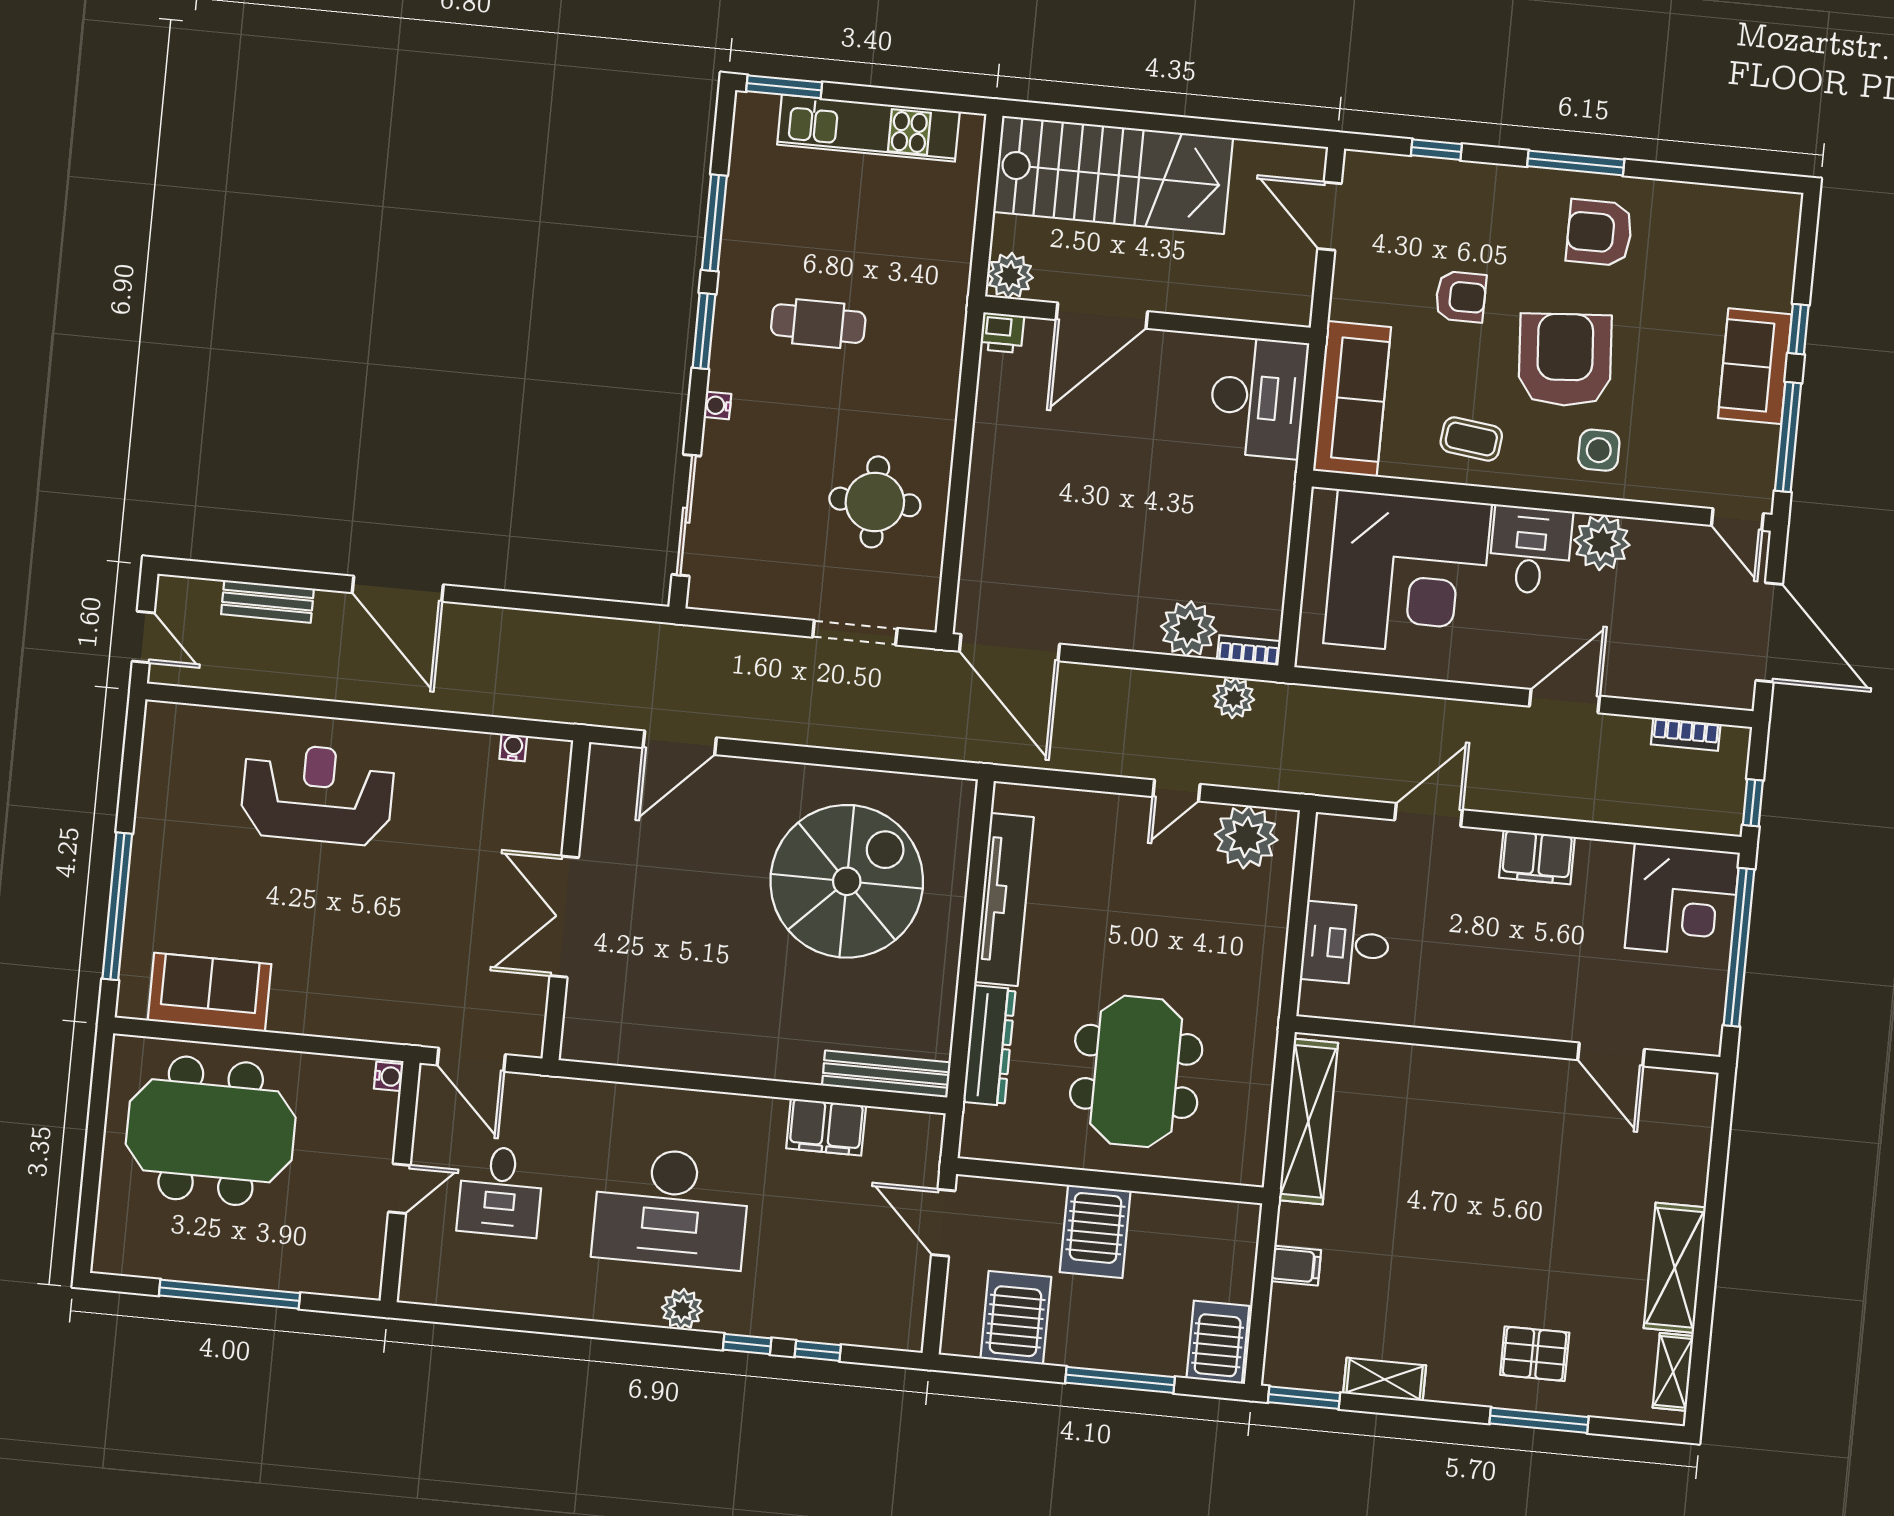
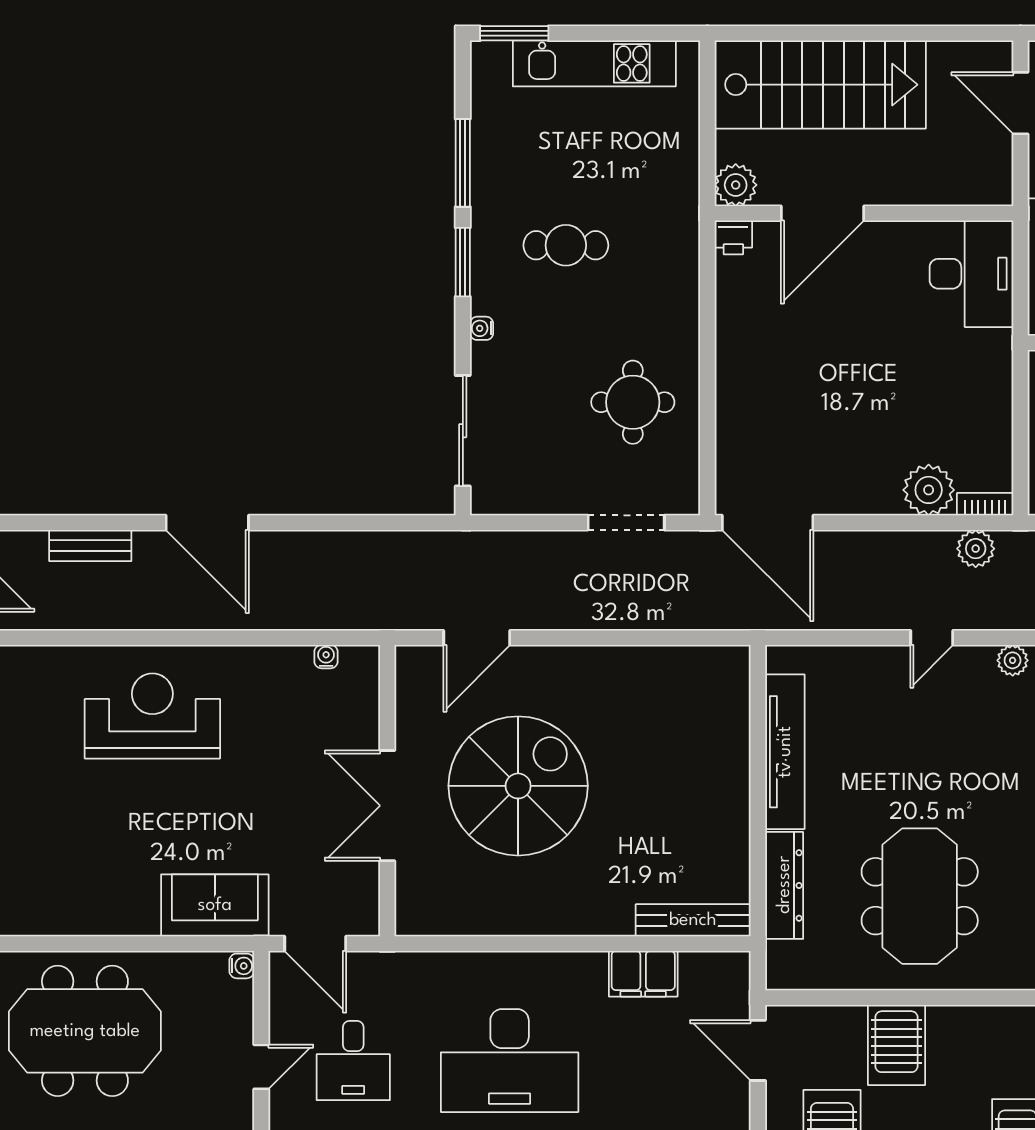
plant: (1246, 837) -> (1013, 660), width x0.53, depth x0.53
spiral stairs: (847, 881) -> (518, 786), moved
sofa: (209, 992) -> (215, 905), moved

